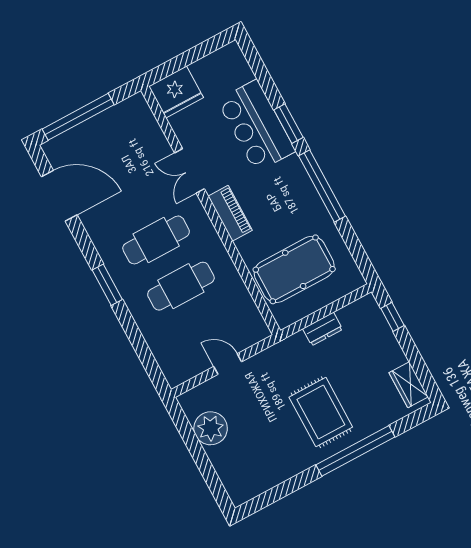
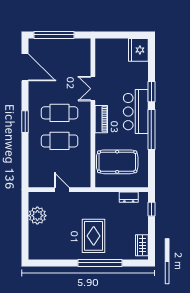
fridge: (176, 92) -> (138, 50), moved, turned 90
bar counter: (256, 126) -> (136, 112), moved
dresser: (323, 329) -> (129, 197), moved

